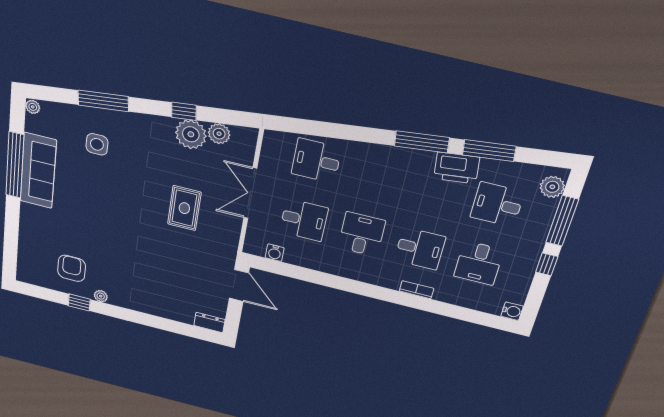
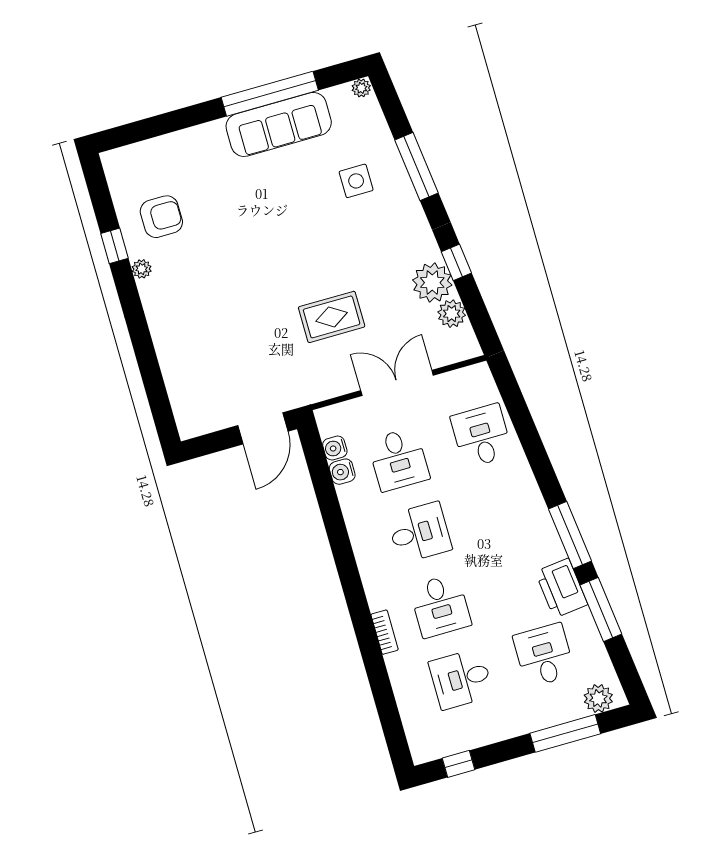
window: (547, 264) -> (459, 764), moved
water cooler: (512, 311) -> (342, 472), moved, turned 90
dresser: (209, 323) -> (186, 418), removed

